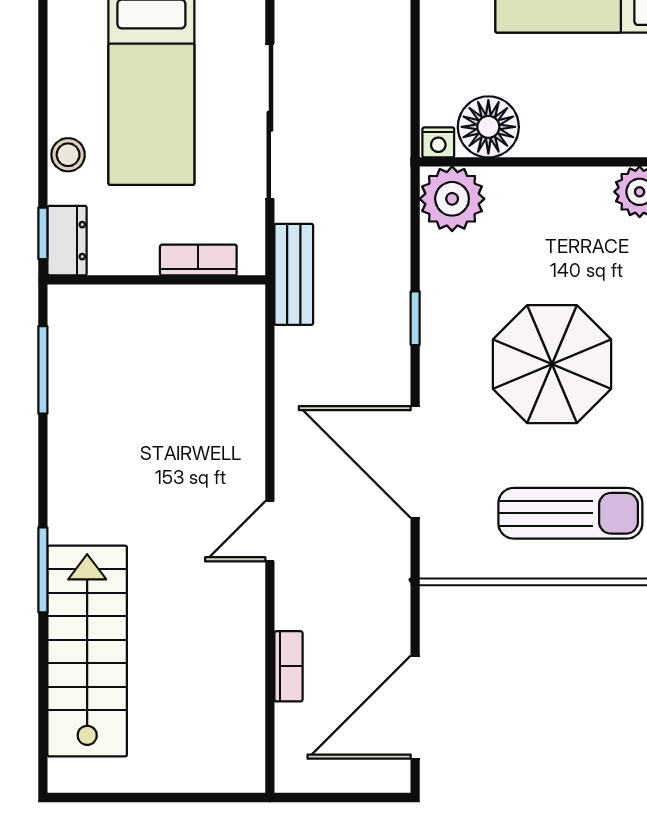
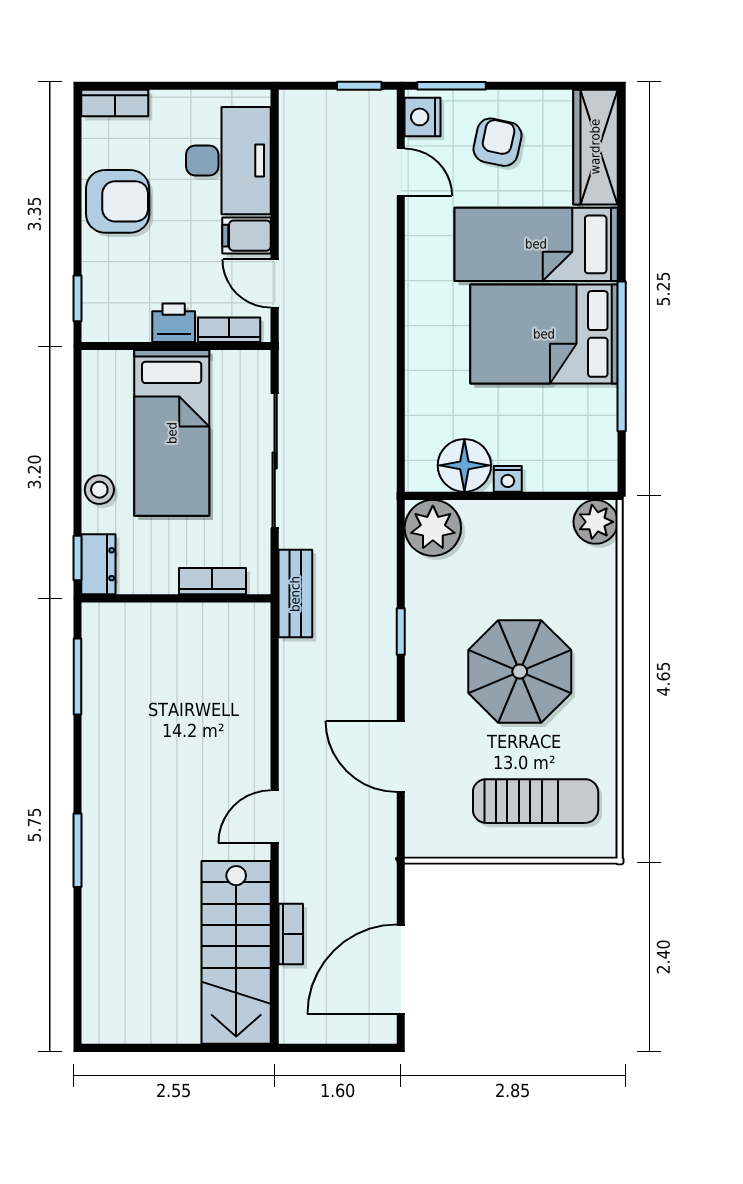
nightstand: (438, 142) -> (508, 479), moved
door: (415, 462) -> (401, 756), width x0.73
stairs: (87, 651) -> (236, 952), moved, turned 180

